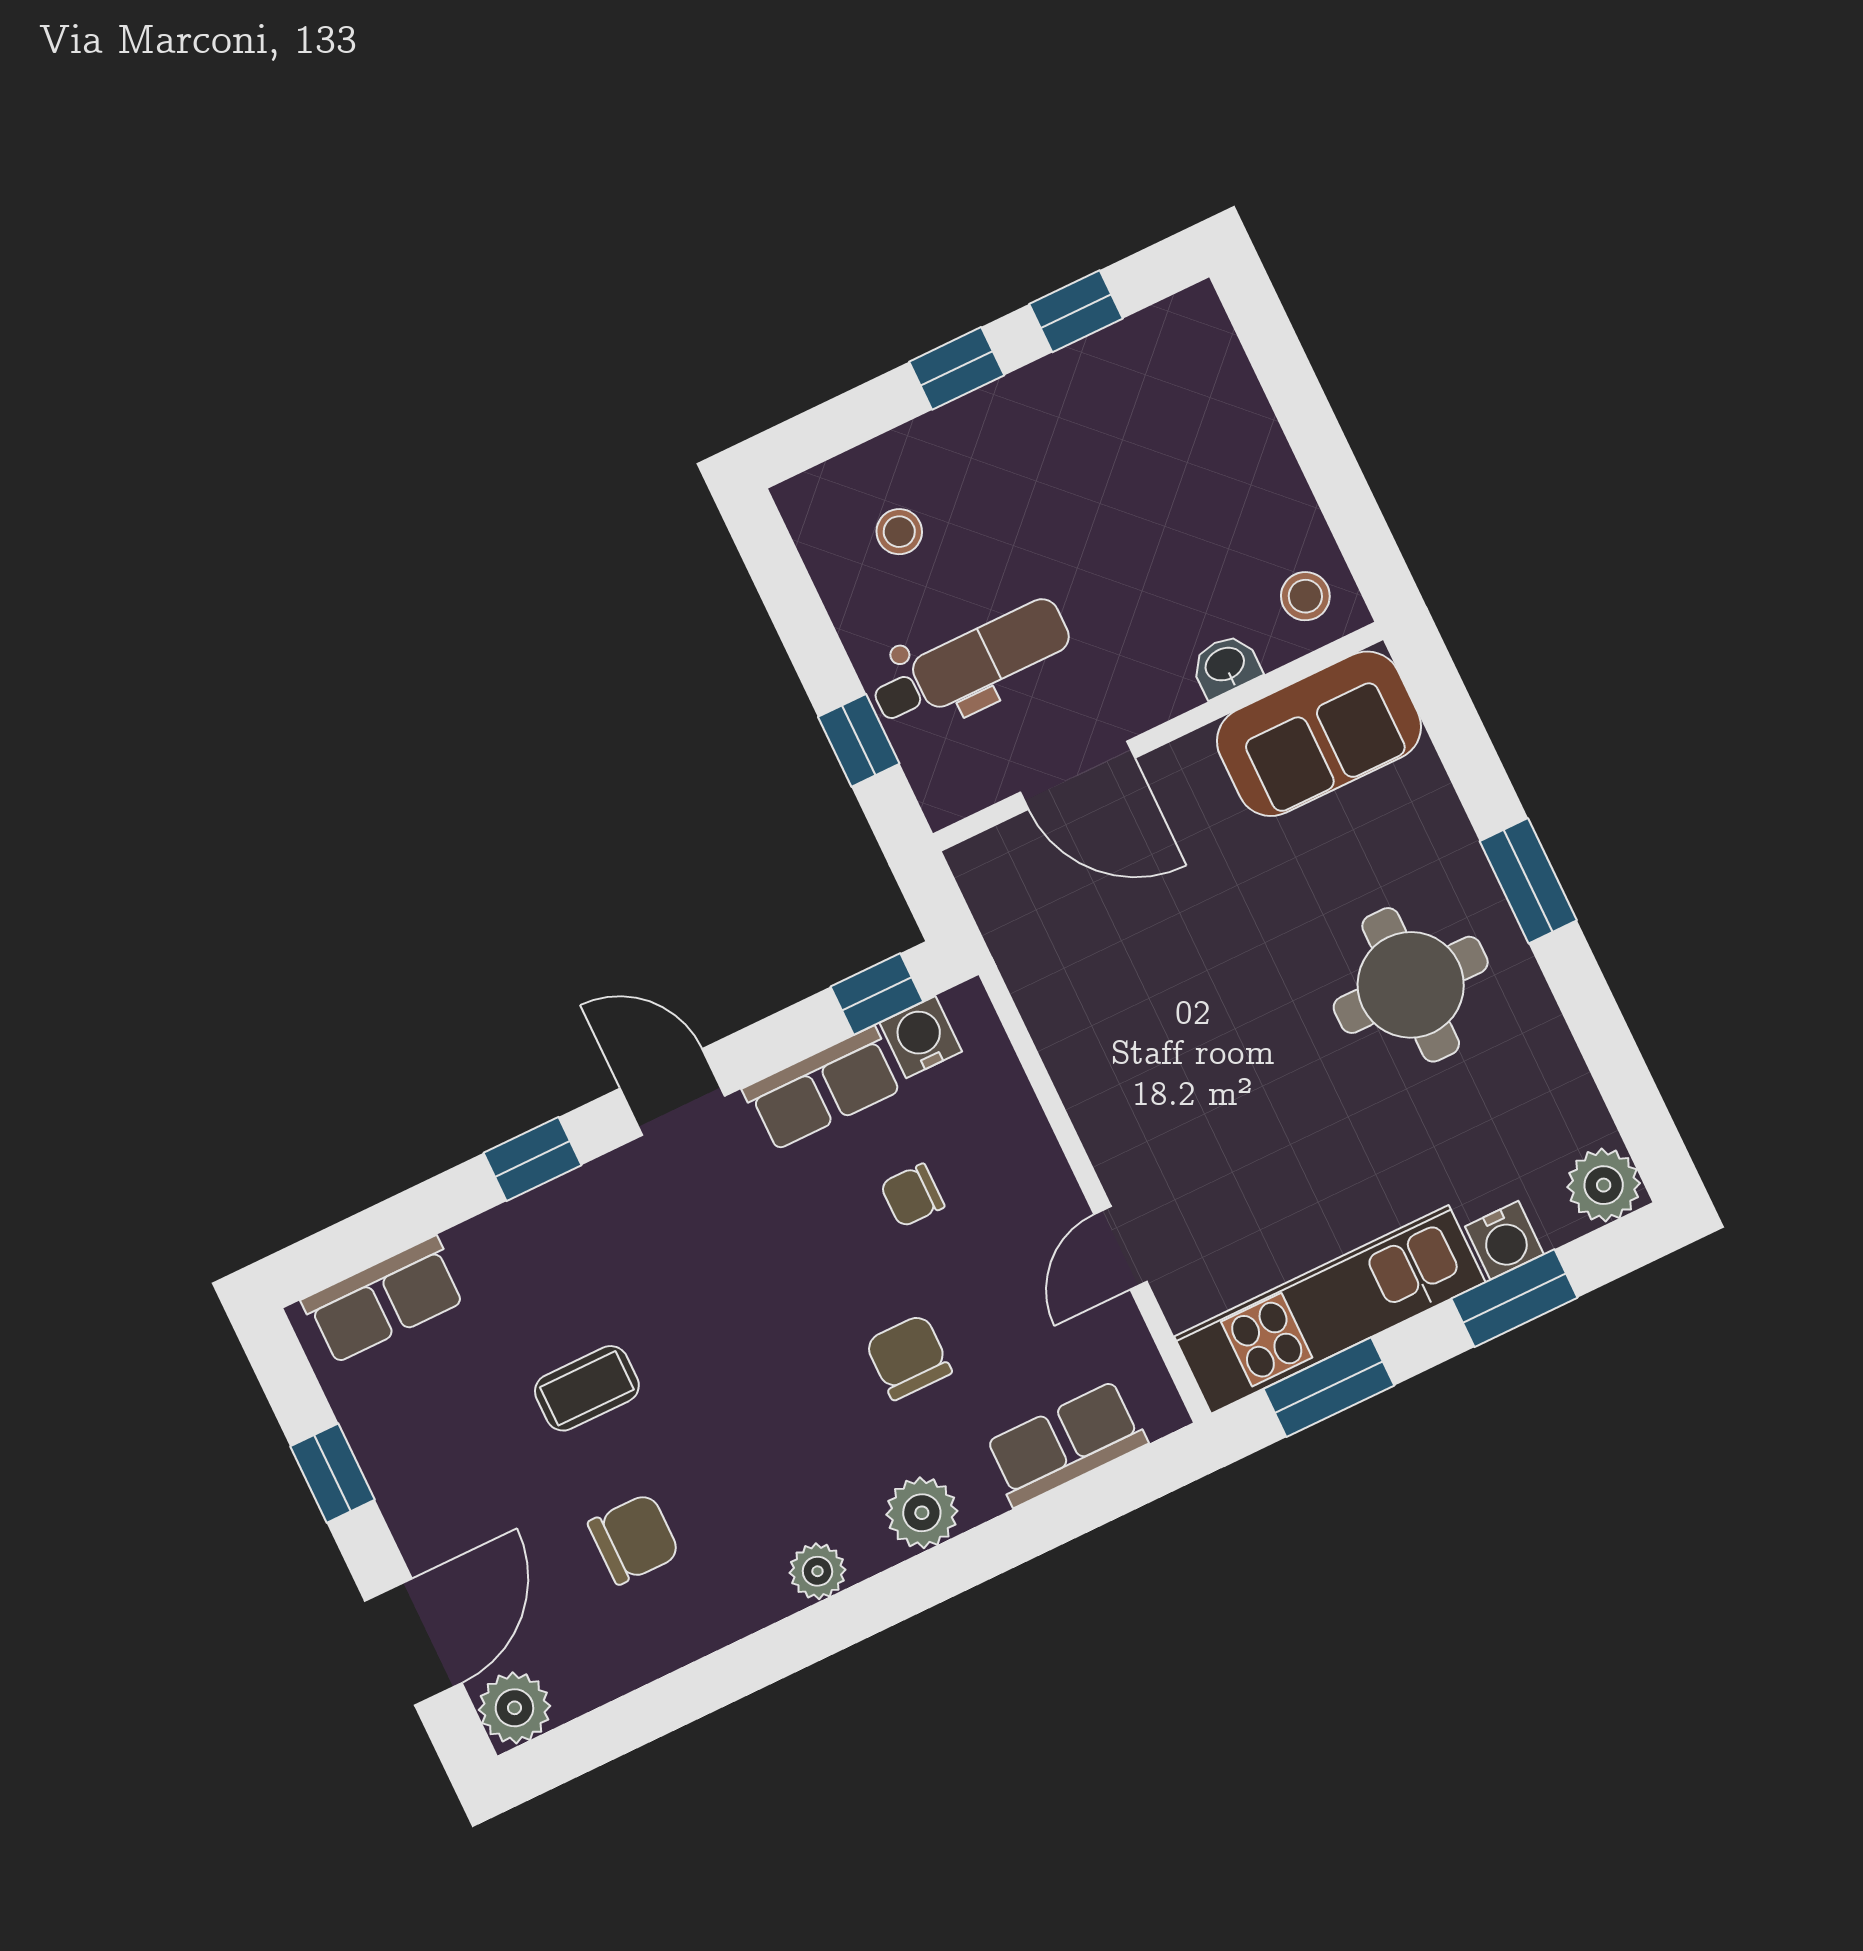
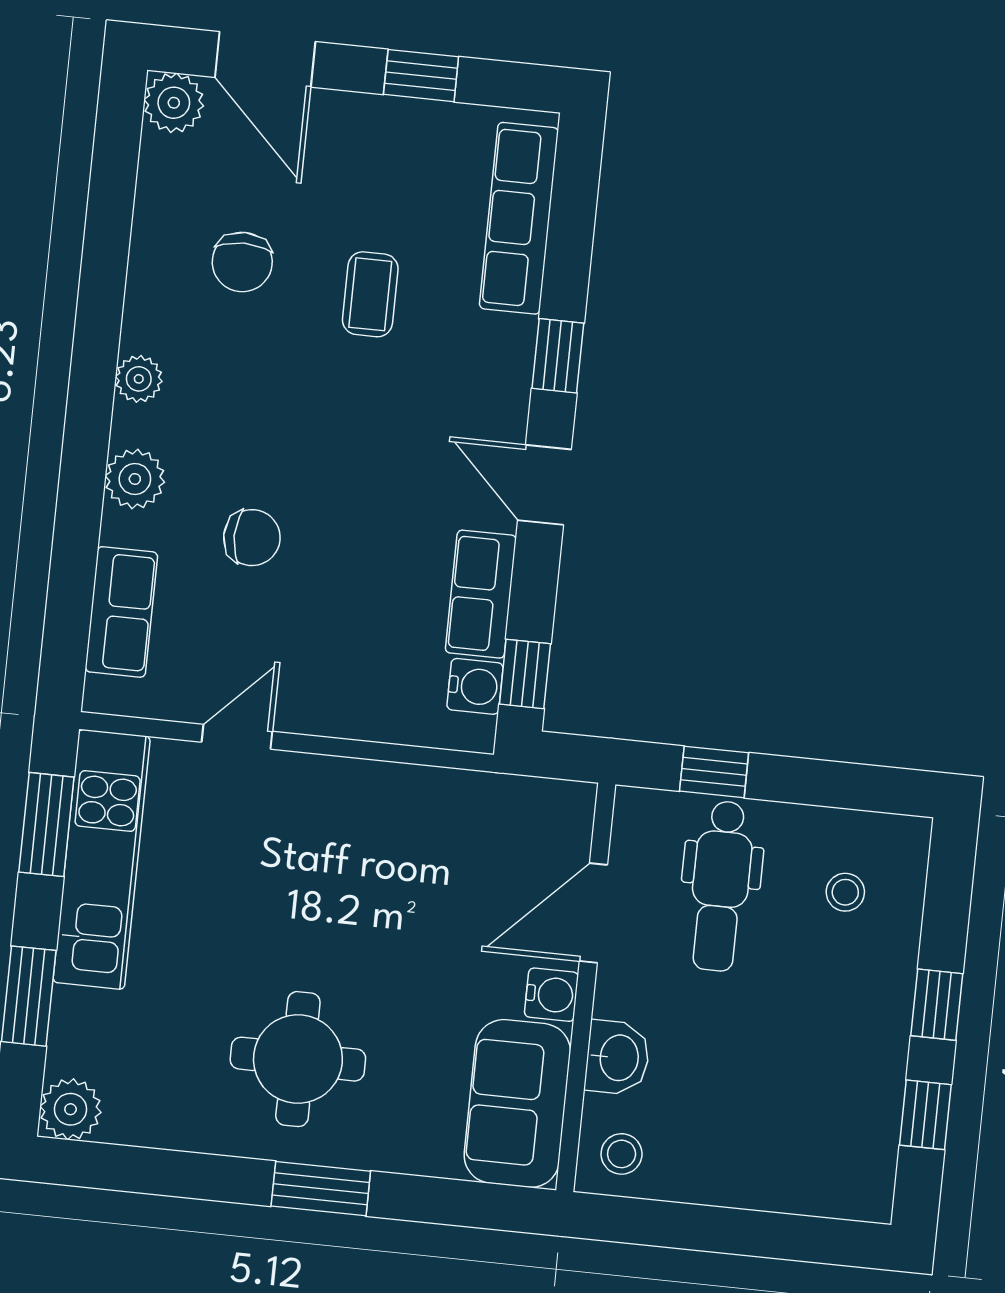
washbasin: (1225, 665) -> (617, 1058), width x1.38, depth x1.45
door: (672, 1092) -> (544, 485), swing flipped
chair: (912, 1195) -> (366, 611), removed
water cooler: (1504, 1240) -> (551, 995), moved, turned 180
door: (1121, 1248) -> (237, 737), hinge flipped
row of seats: (384, 1300) -> (519, 218), width x1.48

